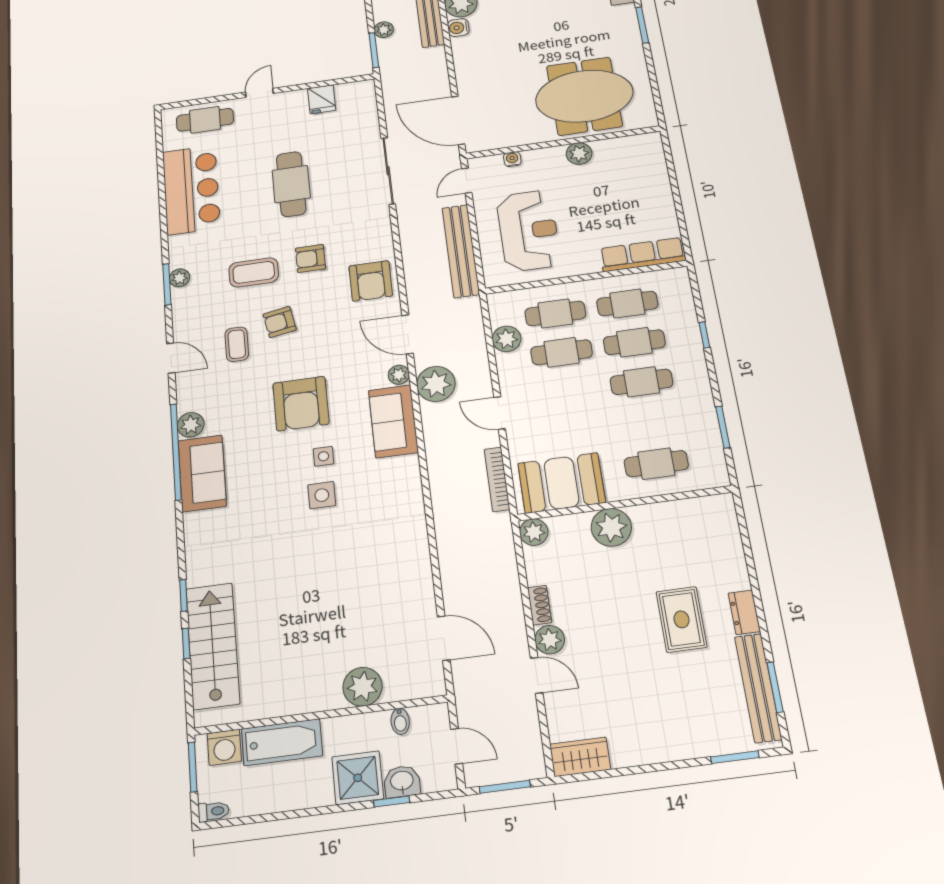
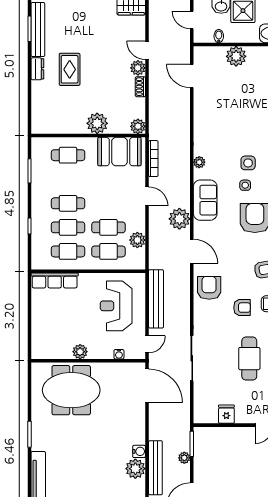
plant: (399, 375) -> (199, 162), moved

